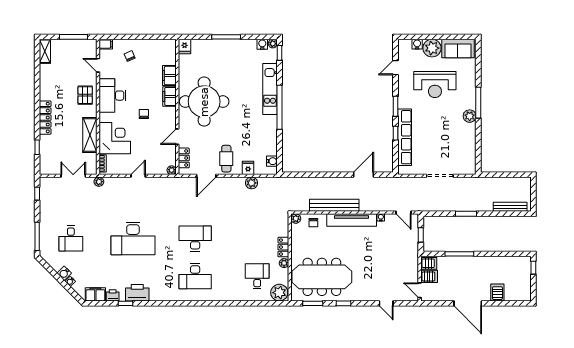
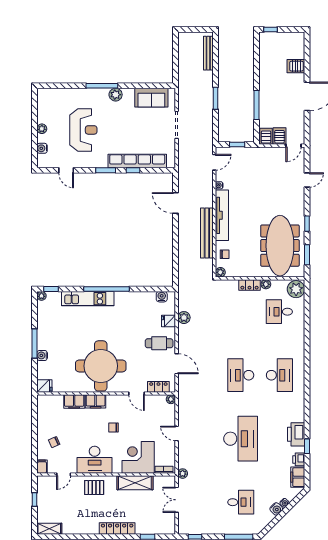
window: (74, 37) -> (35, 499), width x0.46
water cooler: (262, 44) -> (42, 355), moved
plant: (432, 48) -> (42, 129), width x0.53, depth x0.53
sofa: (458, 48) -> (151, 98), moved, turned 90

